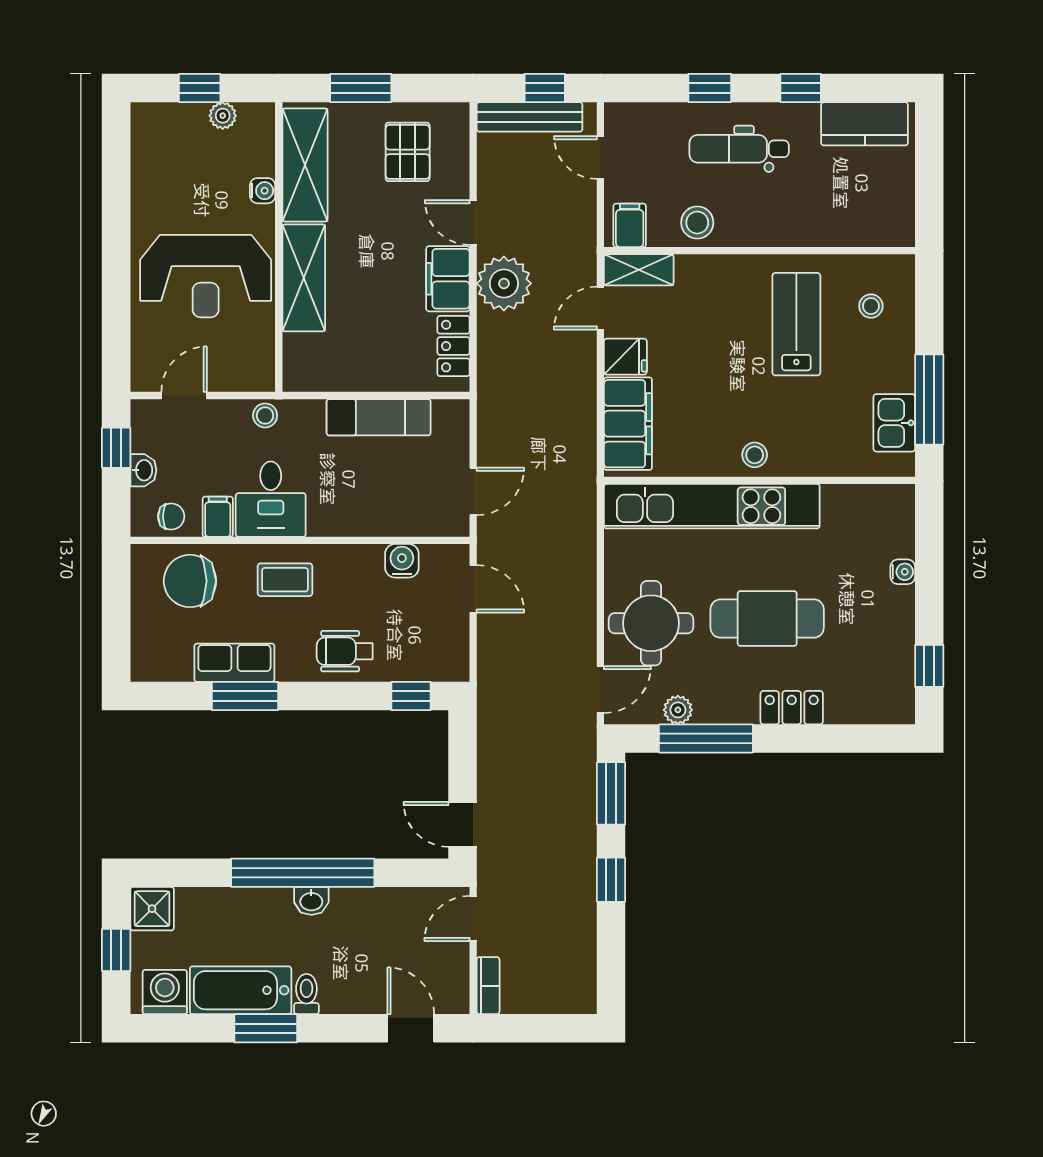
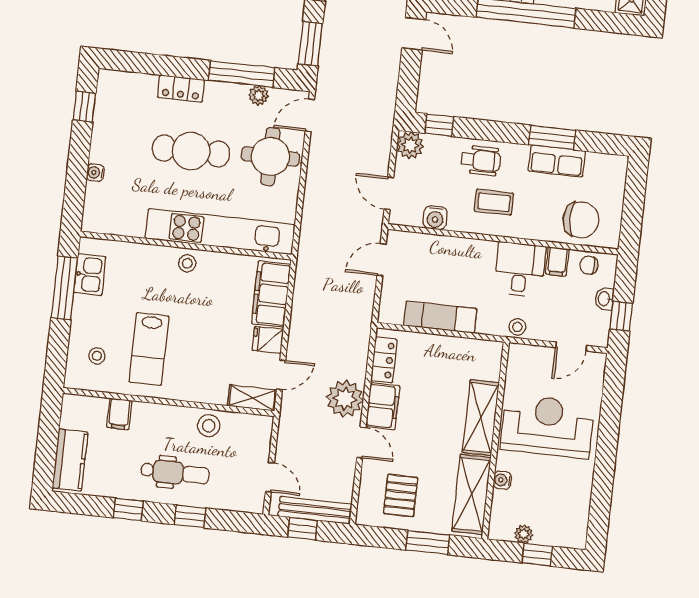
kitchen counter: (865, 124) -> (70, 460), moved, turned 90
filing cabinet: (630, 225) -> (119, 414), moved
coffee table: (285, 580) -> (494, 202), moved
plant: (450, 662) -> (410, 145), added

